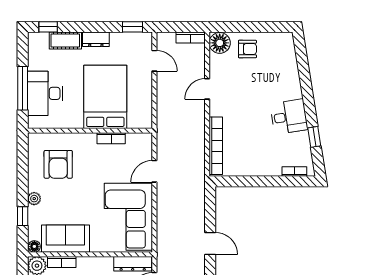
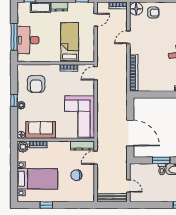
door: (154, 61) -> (96, 20), hinge flipped
bed: (105, 97) -> (70, 42), width x0.67
door: (154, 171) -> (96, 73), moved
window: (23, 216) -> (14, 100), moved
door: (210, 243) -> (130, 133), width x1.88

